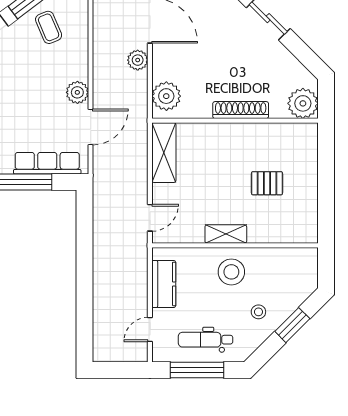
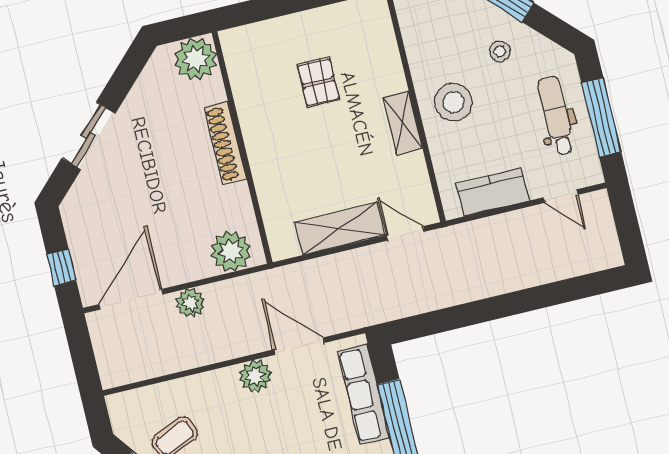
shelving: (164, 153) -> (340, 229), moved
dental chair: (206, 340) -> (556, 115), turned 180

